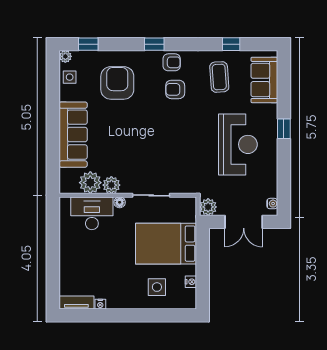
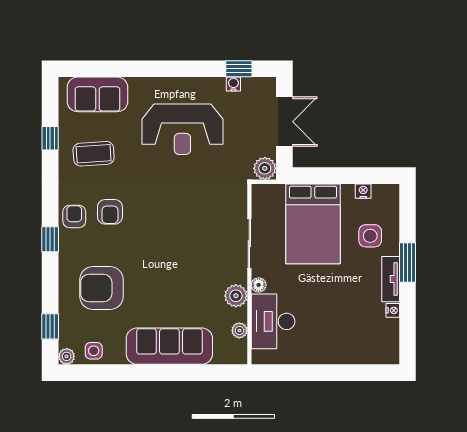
window: (284, 129) -> (239, 69), moved
reception desk: (238, 144) -> (182, 129), turned 180
plant: (90, 183) -> (239, 330), width x0.53, depth x0.53
water cooler: (272, 204) -> (233, 84), moved
tv unit: (76, 303) -> (391, 279), moved
window: (137, 315) -> (408, 262), added

